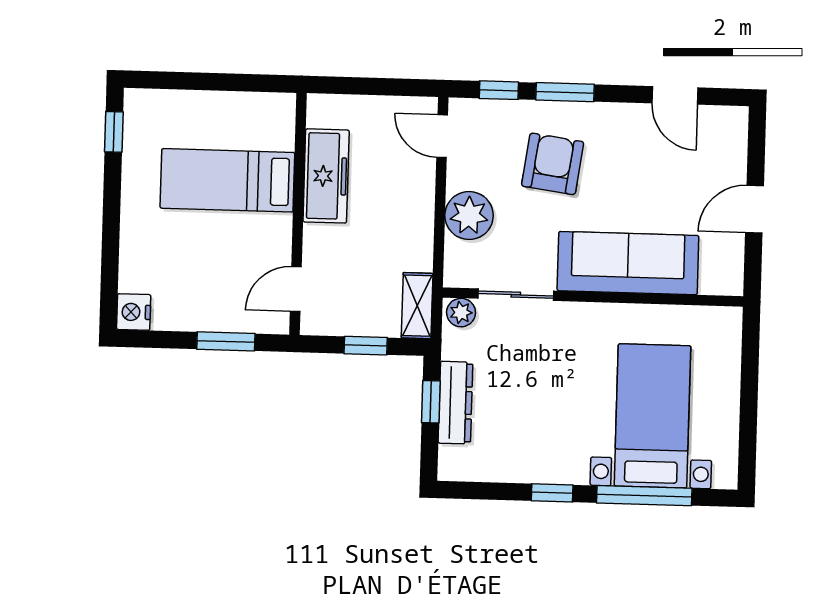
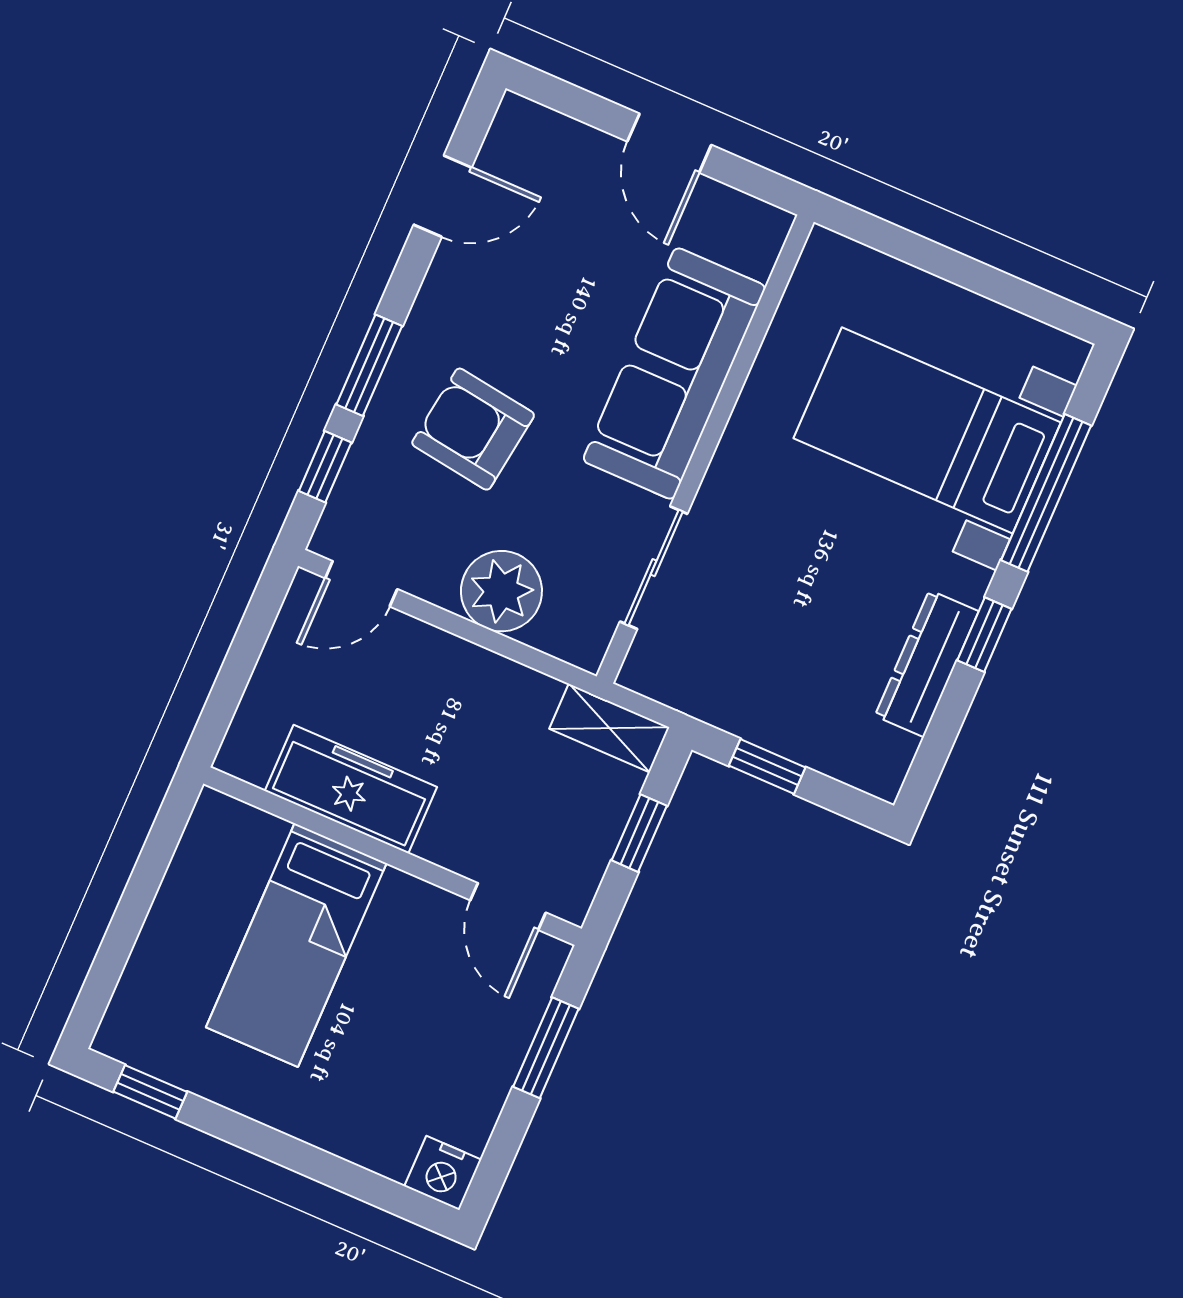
plant: (461, 313) -> (647, 664), removed
dresser: (455, 403) -> (927, 664), moved, turned -90

